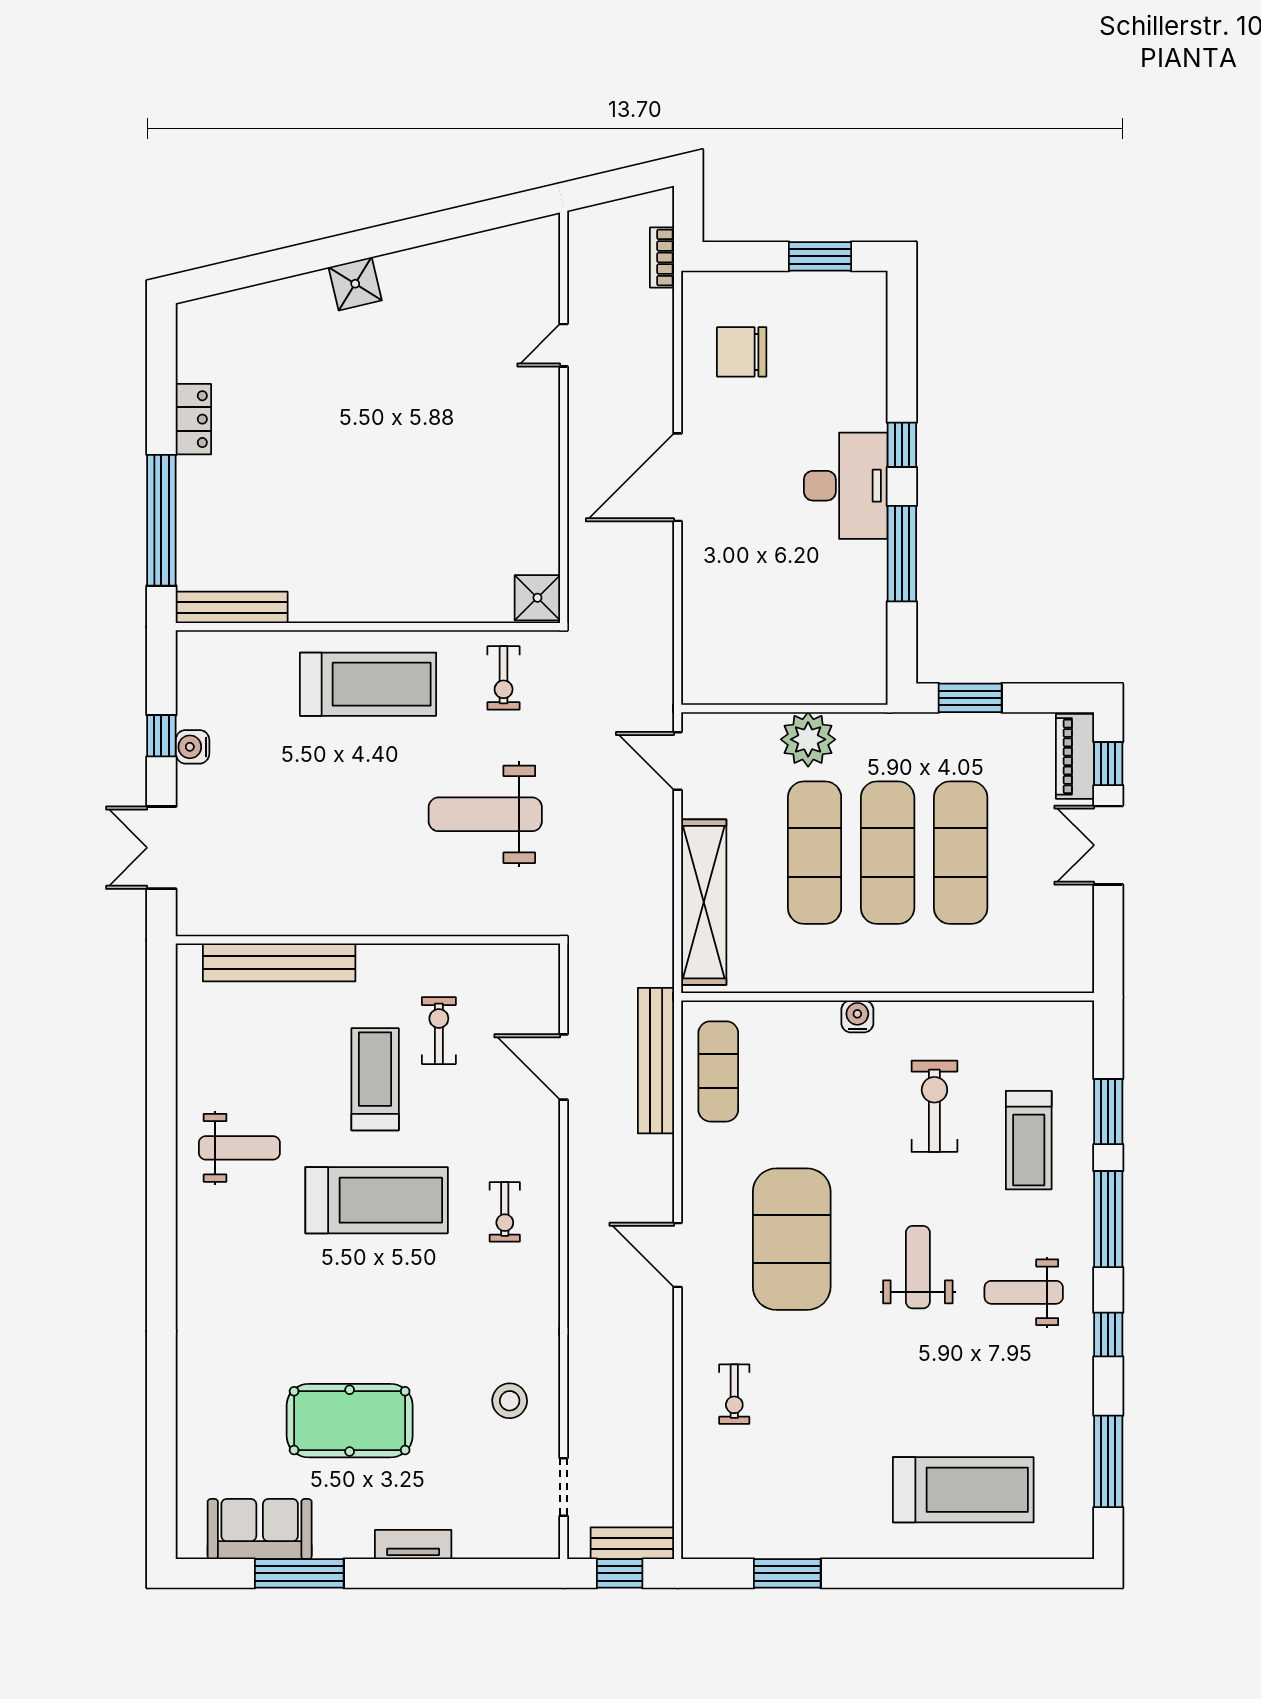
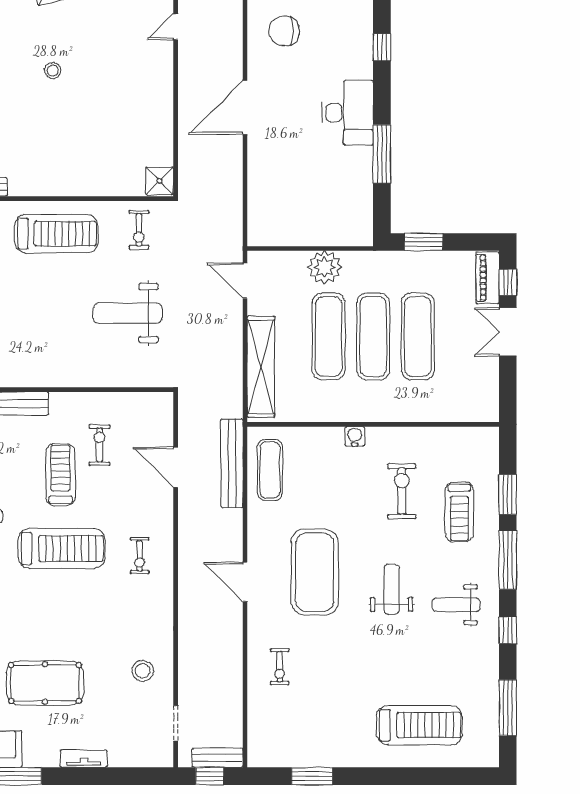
stool: (362, 417) -> (53, 70), added
window: (902, 445) -> (382, 47), moved

